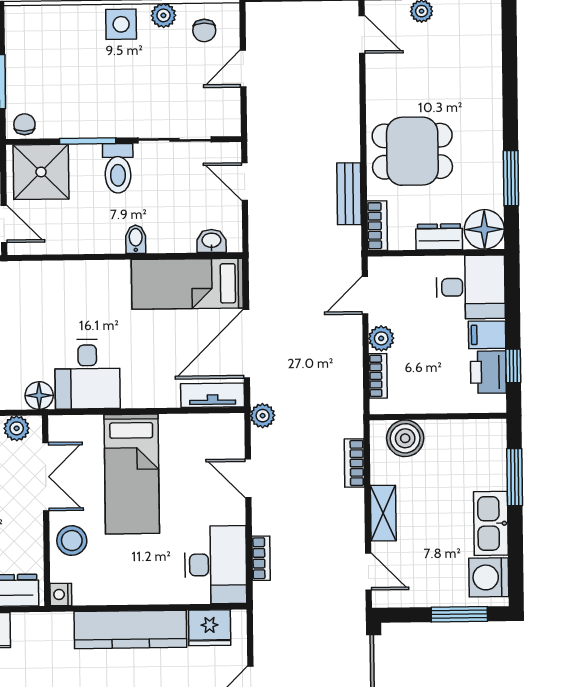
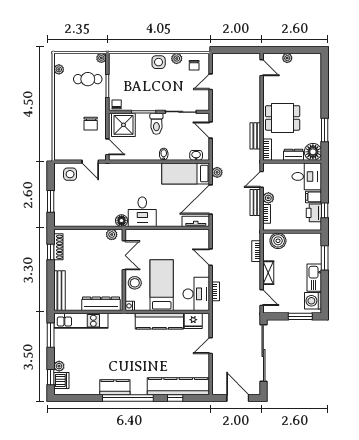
bench: (351, 350) -> (255, 203), added
plant: (263, 416) -> (217, 172), moved
bed: (132, 474) -> (162, 285), moved, turned 180

